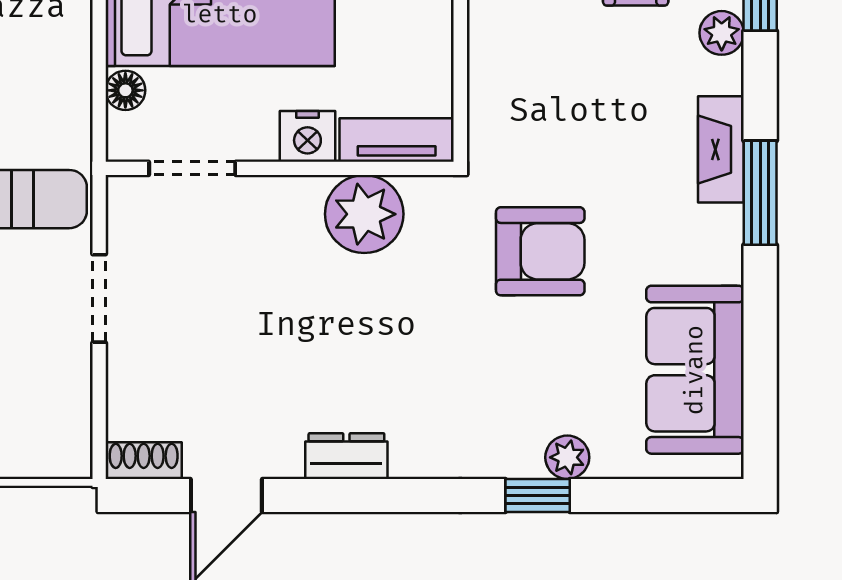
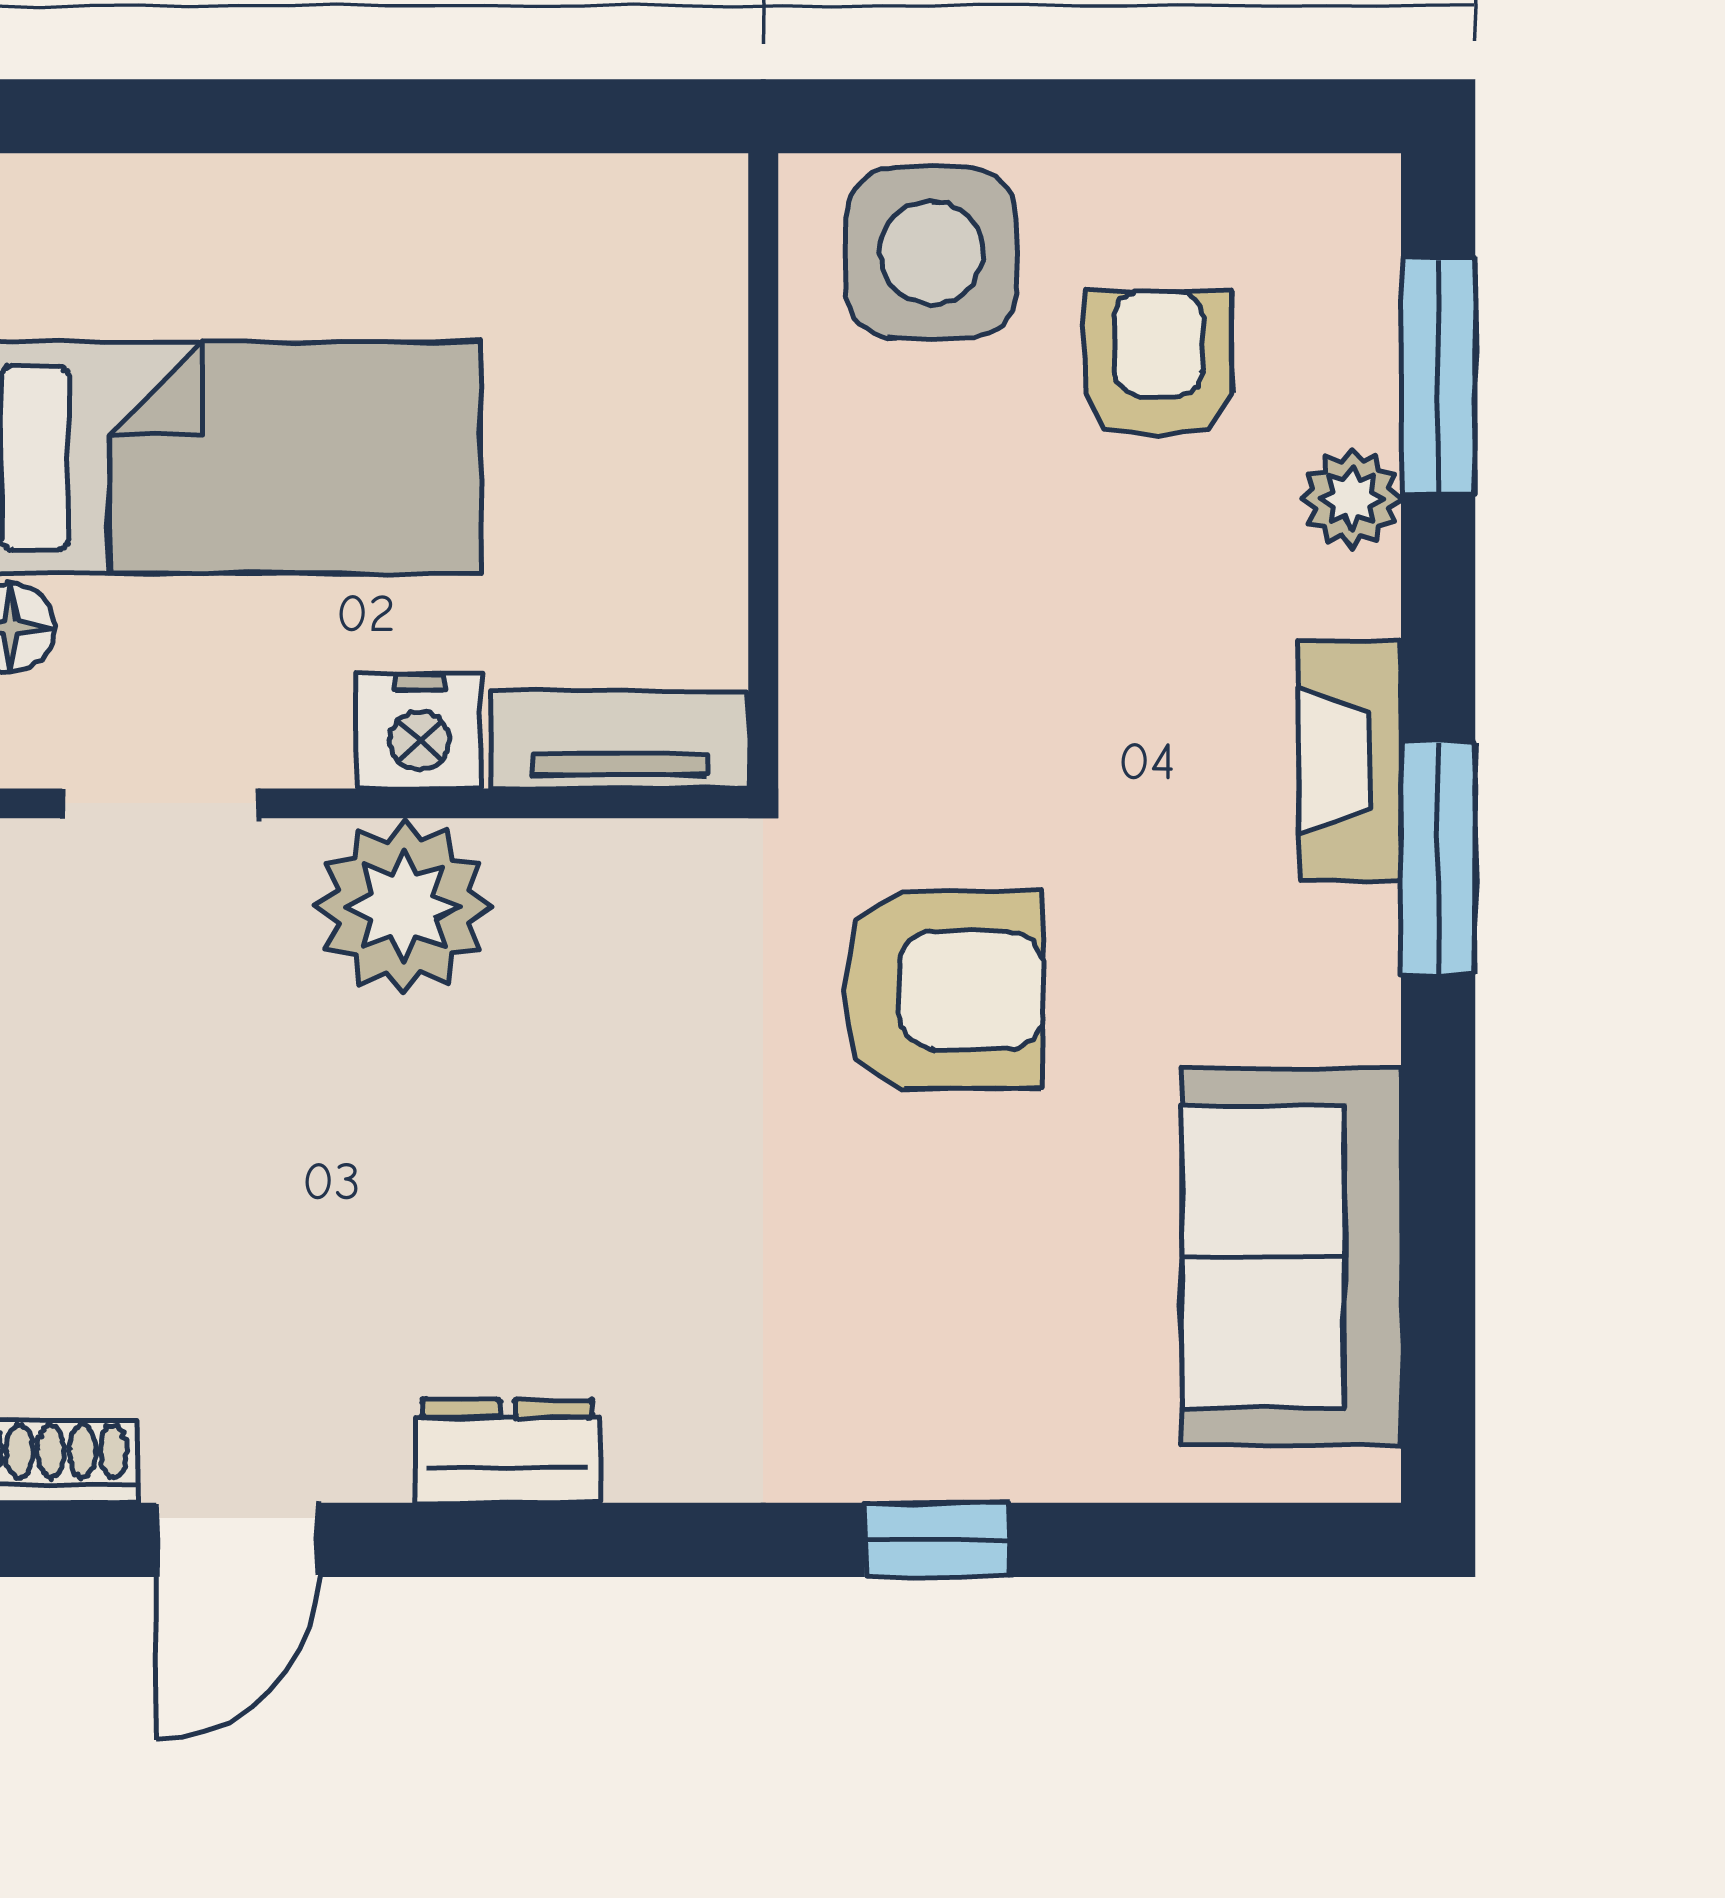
plant: (364, 214) -> (403, 906), moved
plant: (567, 457) -> (1004, 1454), removed

